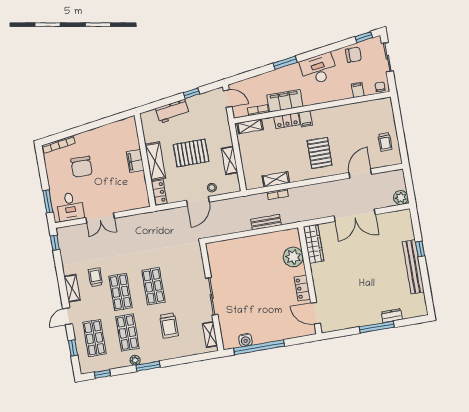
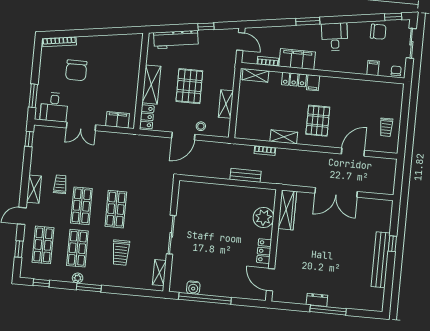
desk: (319, 69) -> (335, 37), width x0.73
workbench: (172, 111) -> (176, 40), width x1.38
pallet: (191, 153) -> (189, 86), turned 90
filing cabinet: (135, 161) -> (117, 120), moved, turned 90
shelving: (276, 179) -> (284, 137), moved
plant: (401, 198) -> (387, 187), removed
dresser: (392, 316) -> (317, 300), moved

